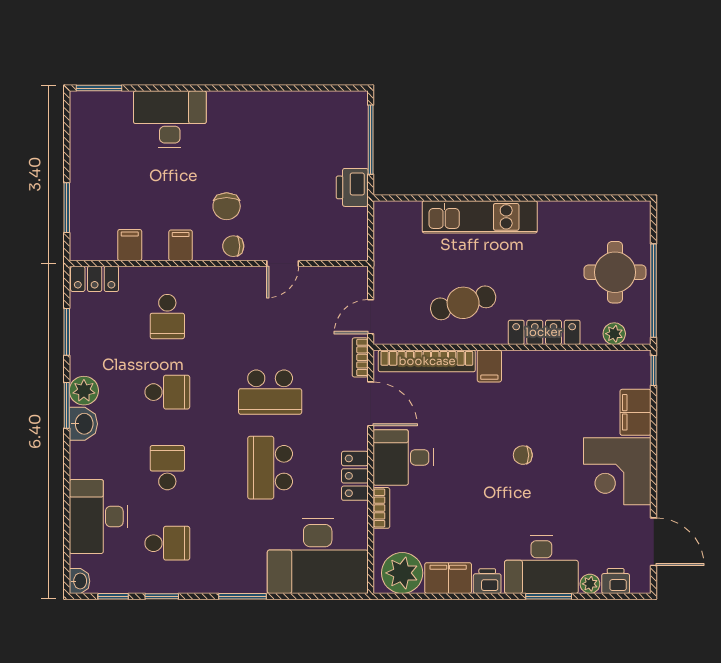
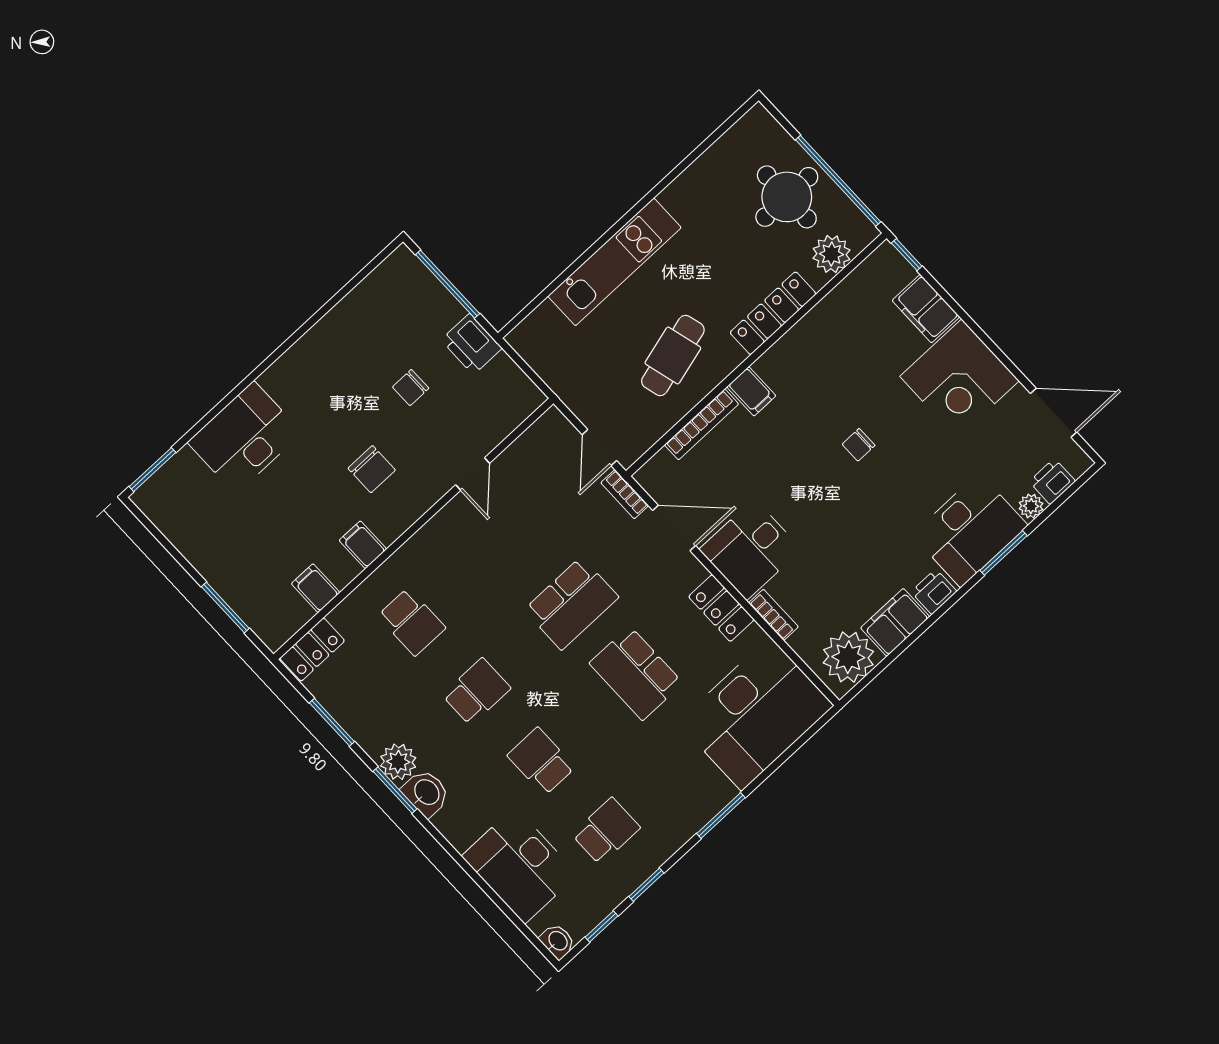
chair: (233, 246) -> (411, 388), moved
plant: (614, 334) -> (831, 254), width x1.38, depth x1.38
bookcase: (427, 361) -> (702, 424), width x0.68, depth x0.76

